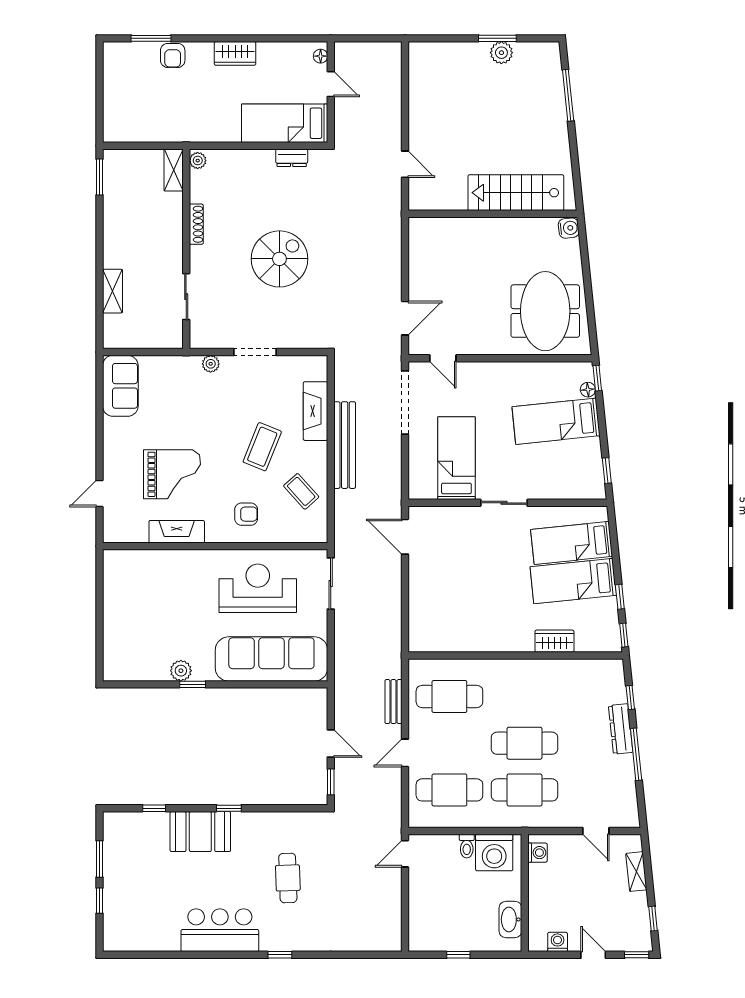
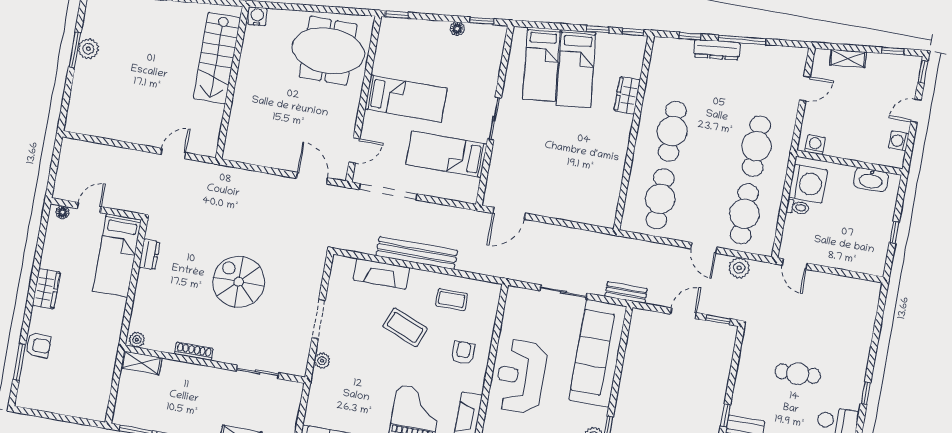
floor lamp: (588, 390) -> (457, 29), moved
bed: (556, 421) -> (406, 99), moved, turned -84
coffee table: (301, 491) -> (452, 300), turned 42
sliding door: (331, 584) -> (563, 292), moved
reception desk: (258, 588) -> (521, 376), moved
bench: (393, 702) -> (626, 292), moved
cafe table: (525, 743) -> (672, 131), moved
plant: (390, 795) -> (739, 268), added

